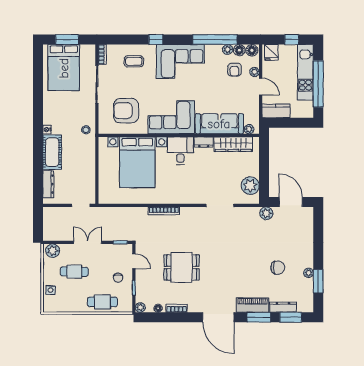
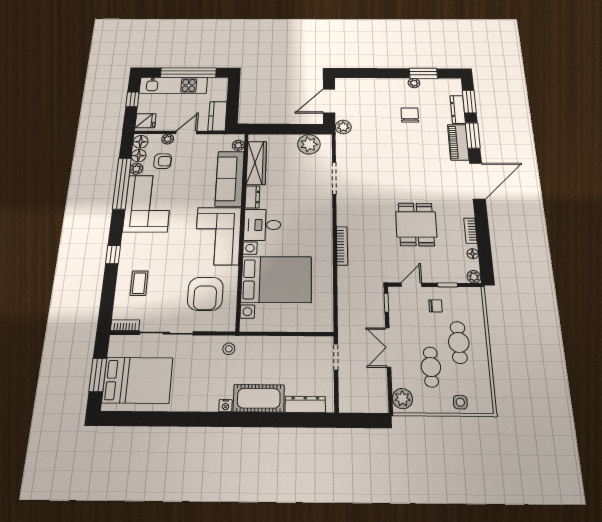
corner sofa: (180, 61) -> (148, 203), moved
cafe table: (102, 302) -> (459, 342), moved

